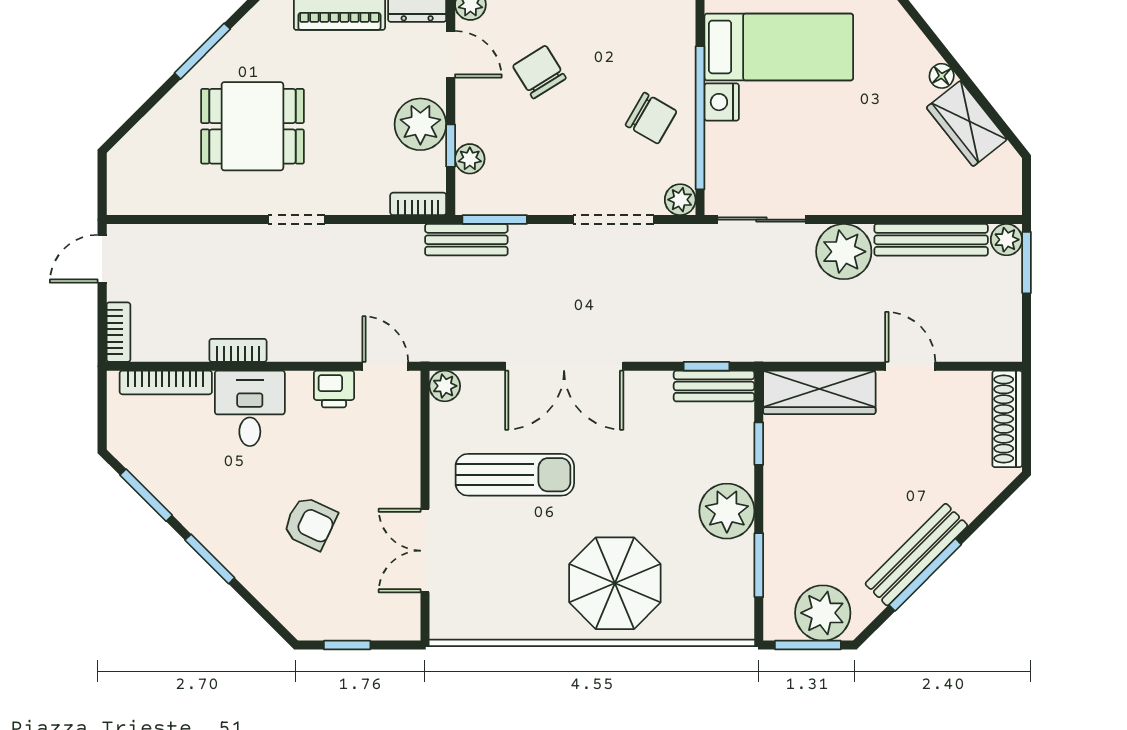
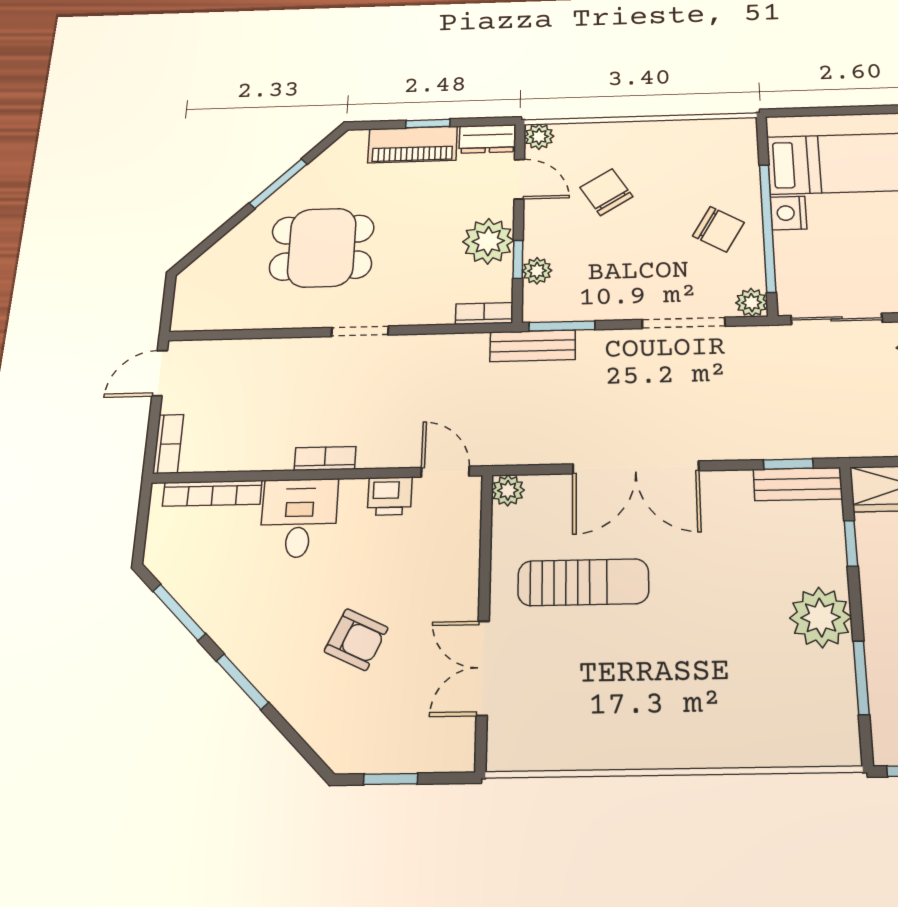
bookcase: (238, 350) -> (325, 458), moved
parasol: (615, 583) -> (698, 701), removed

